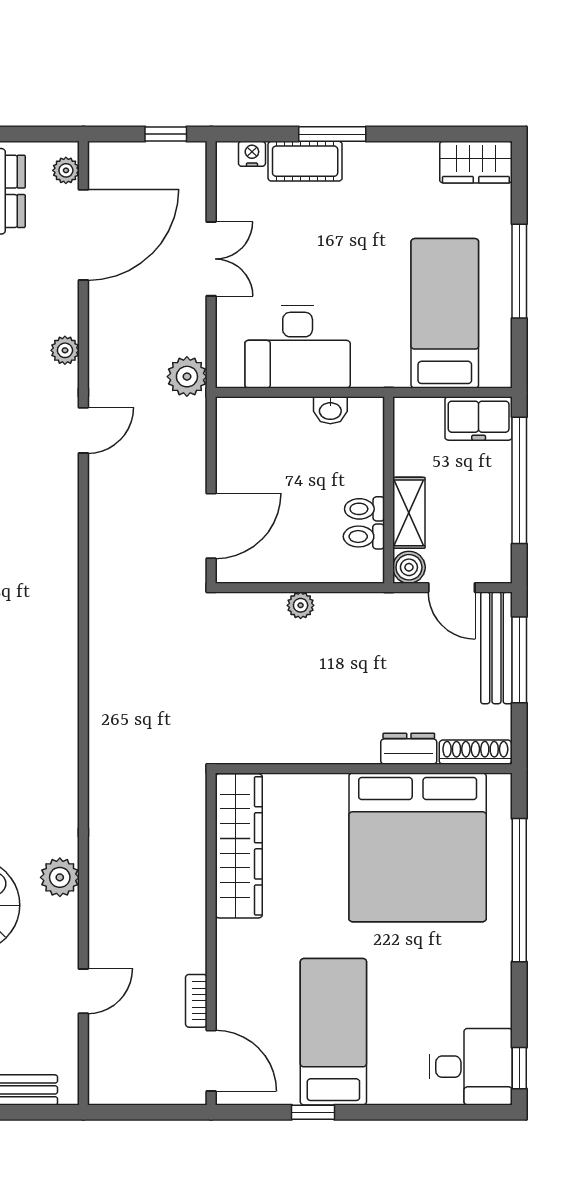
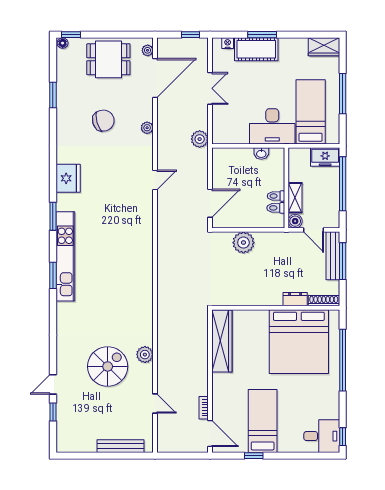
cot: (305, 161) -> (256, 49), width x1.37, depth x1.34
desk: (298, 347) -> (272, 126), moved
door: (83, 430) -> (155, 180), moved
plant: (301, 605) -> (243, 243), width x1.87, depth x1.87
door: (83, 991) -> (155, 404), hinge flipped

